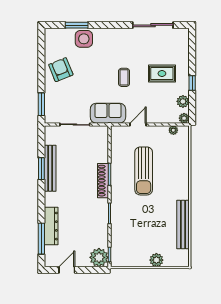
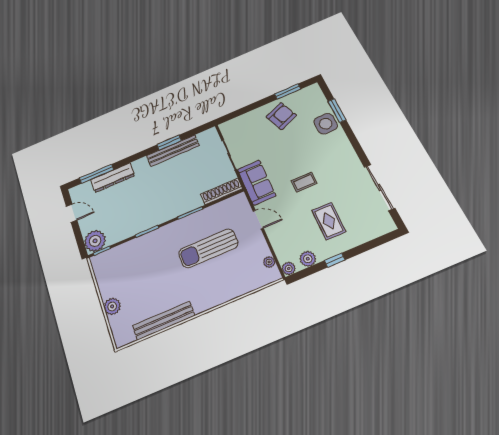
window: (41, 104) -> (288, 91), moved
shoe rack: (103, 181) -> (222, 191), moved

